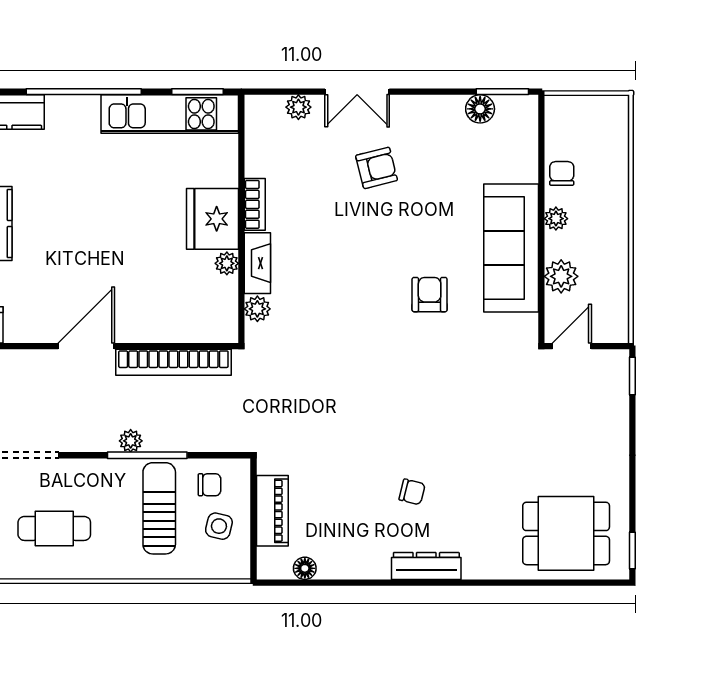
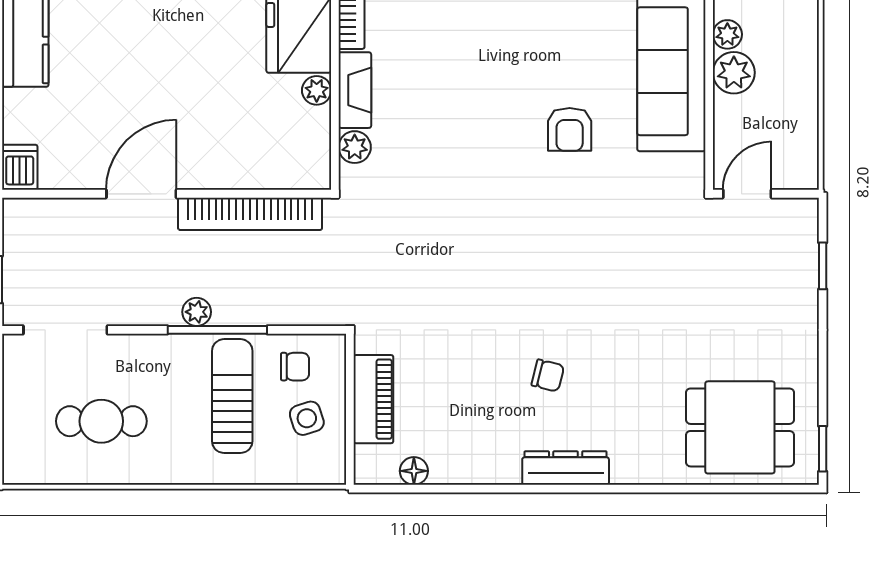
plant: (561, 276) -> (734, 73), moved
armchair: (430, 295) -> (570, 129), turned 180
window: (632, 376) -> (823, 266), moved
side table: (219, 526) -> (307, 418), turned -31

